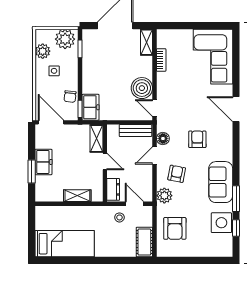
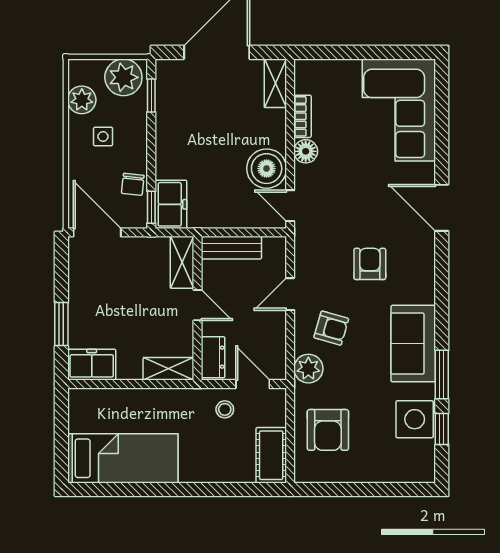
bench: (135, 131) -> (231, 248), moved
floor lamp: (163, 139) -> (306, 151), moved
freezer: (43, 162) -> (92, 365), moved, turned -90
armchair: (177, 174) -> (331, 328), turned 95
shelving: (77, 196) -> (168, 369), moved

